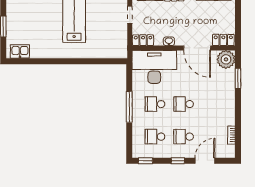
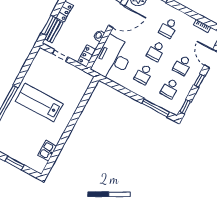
kitchen sink: (20, 51) -> (47, 151), moved
school desk: (212, 104) -> (168, 28), added
window: (129, 107) -> (155, 108), moved

